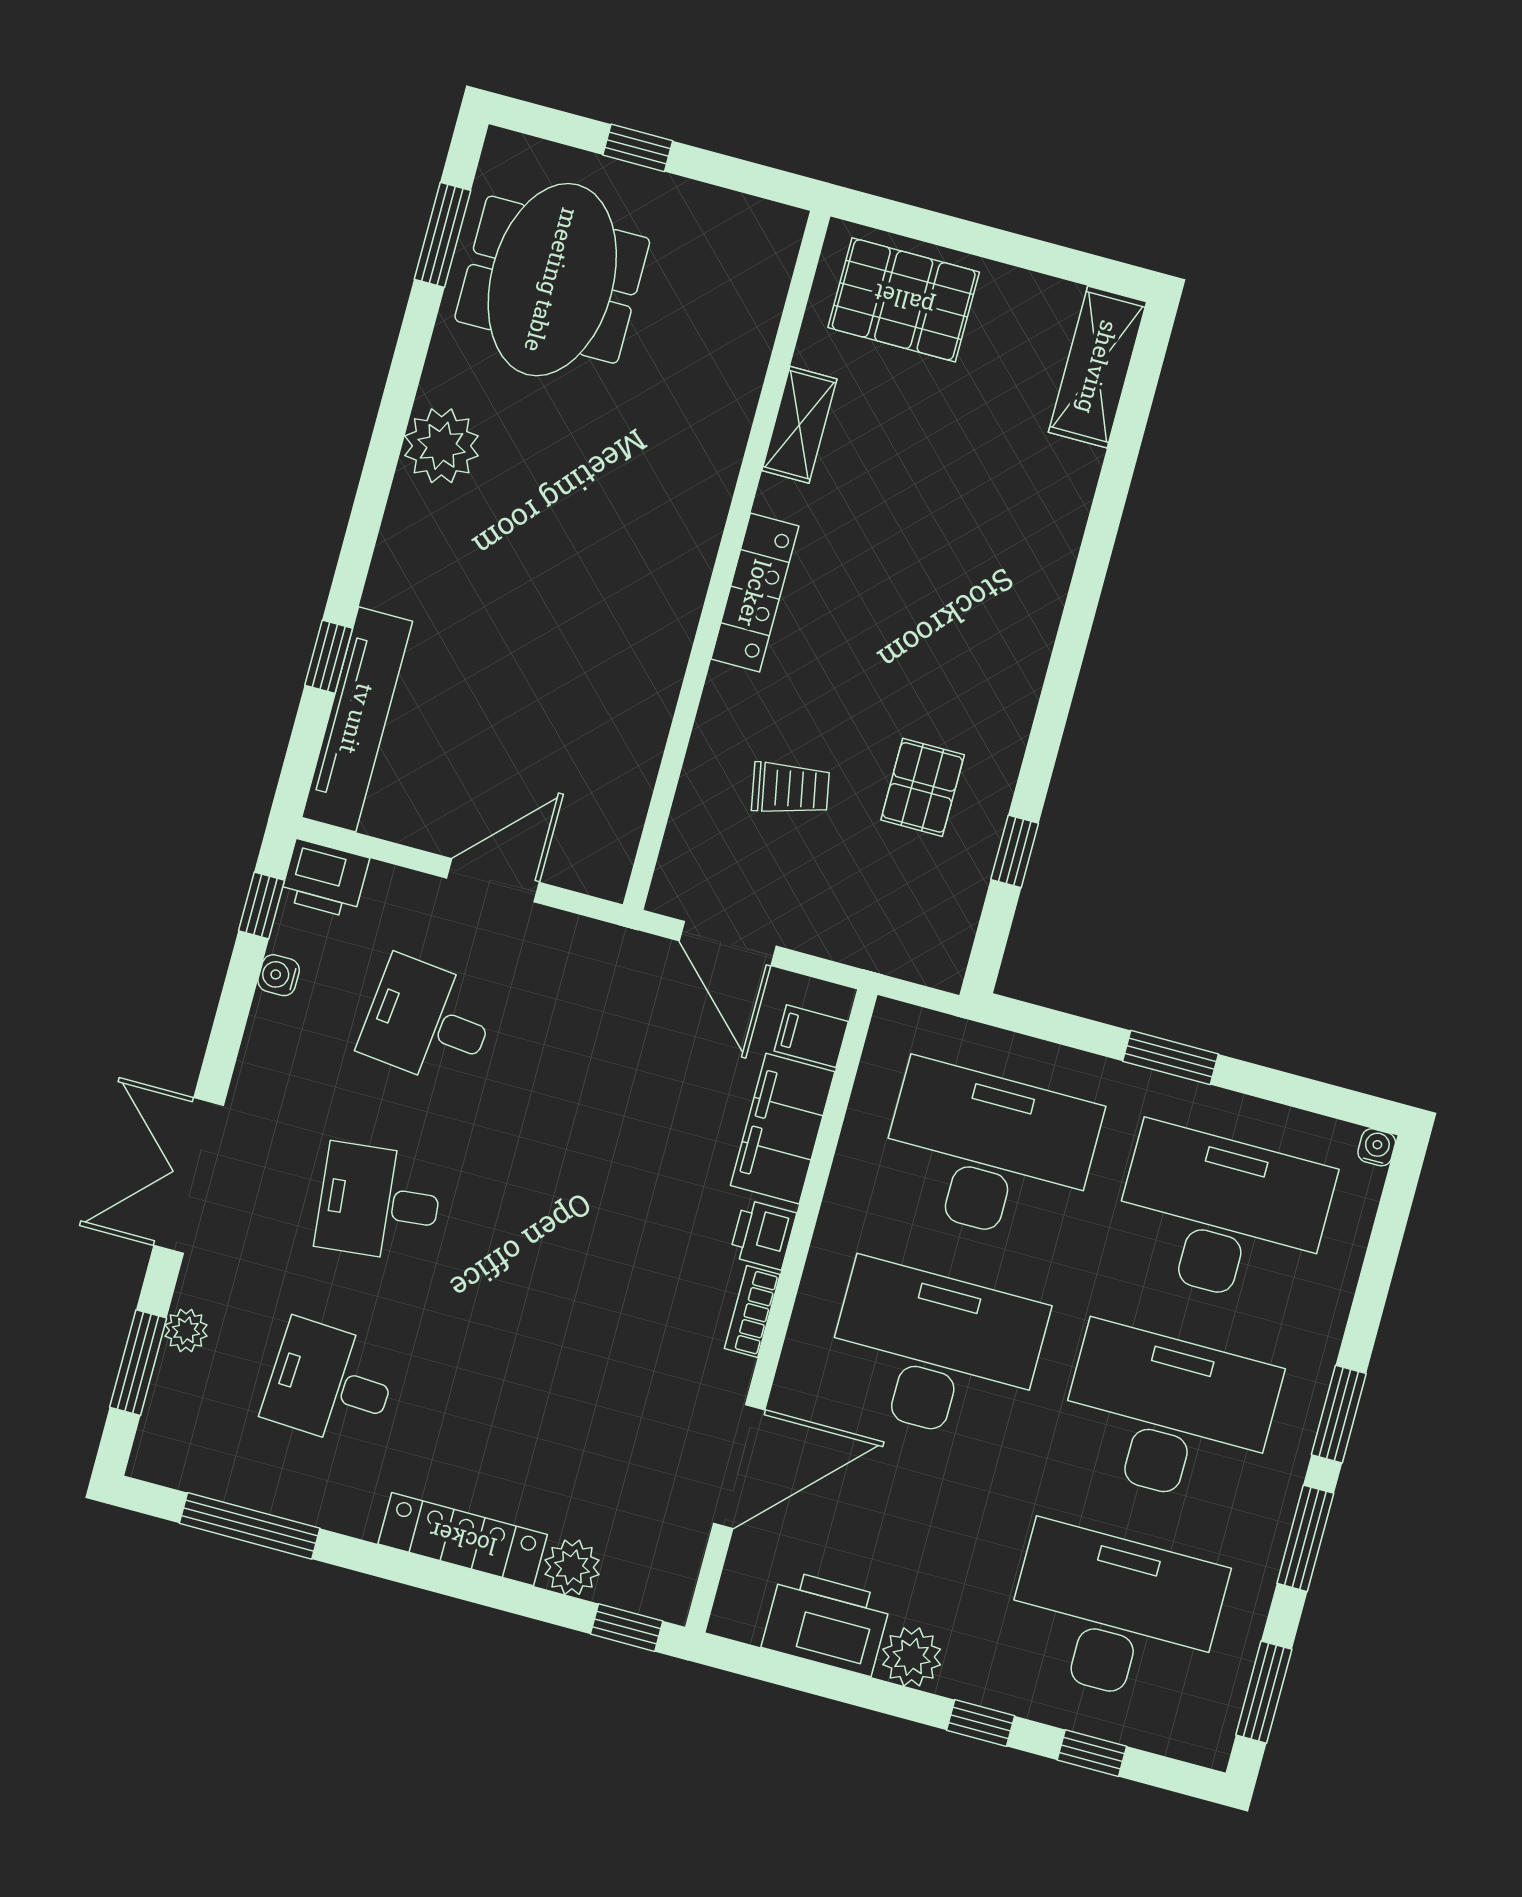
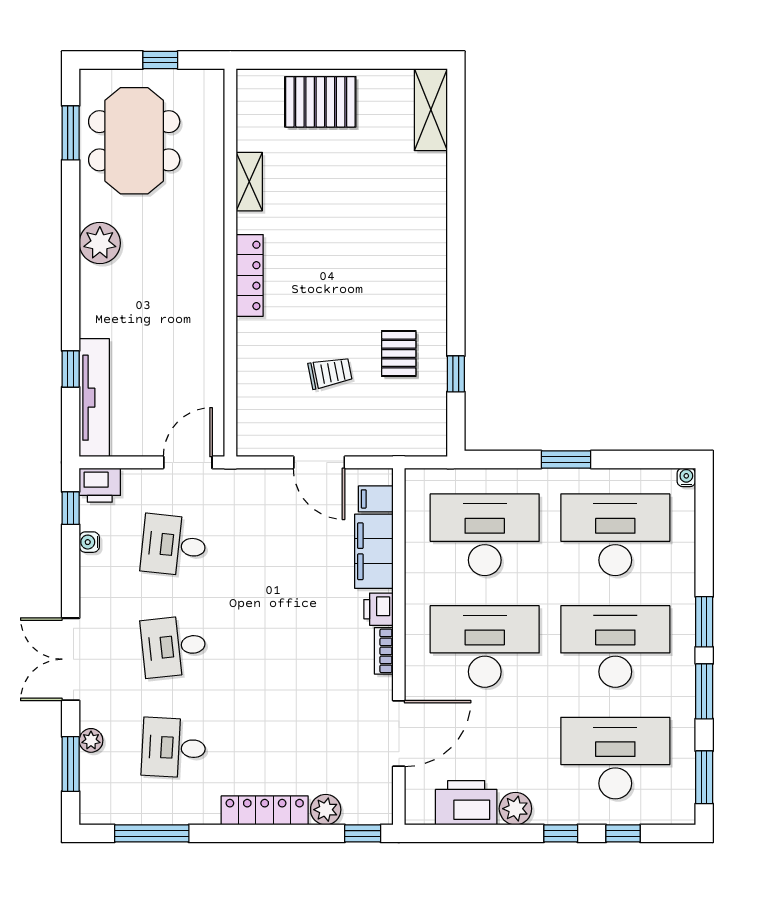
shelving: (799, 425) -> (249, 182), moved
wall: (727, 560) -> (230, 263), moved
locker: (755, 593) -> (250, 275), moved

